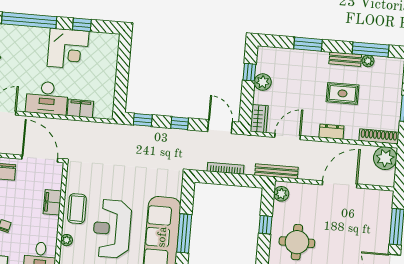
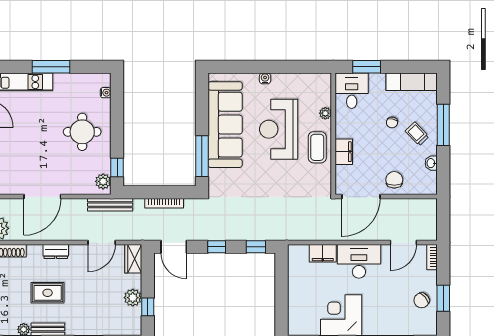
door: (40, 159) -> (361, 197), hinge flipped
window: (265, 225) -> (117, 168), moved
reception desk: (112, 229) -> (279, 129), turned 180
window: (184, 233) -> (202, 156), moved

